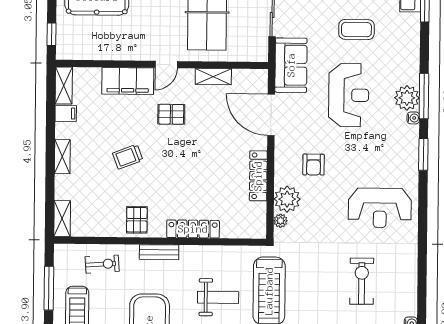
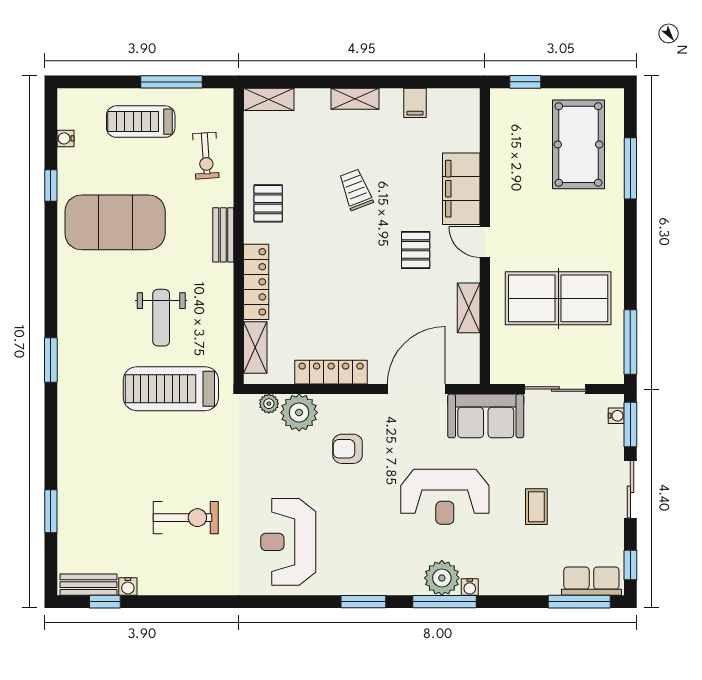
coffee table: (356, 29) -> (536, 507), width x0.73, depth x0.77
shelving: (64, 86) -> (255, 347), moved, turned 90
water cooler: (413, 118) -> (470, 587), moved
pallet: (137, 220) -> (268, 203), turned 90

